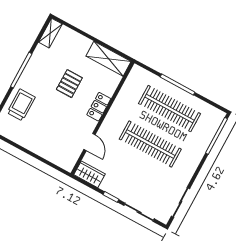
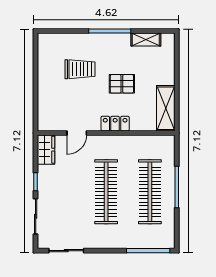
shelving: (50, 33) -> (146, 40), moved
trolley: (21, 105) -> (80, 69), moved

